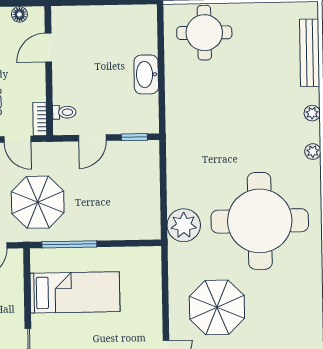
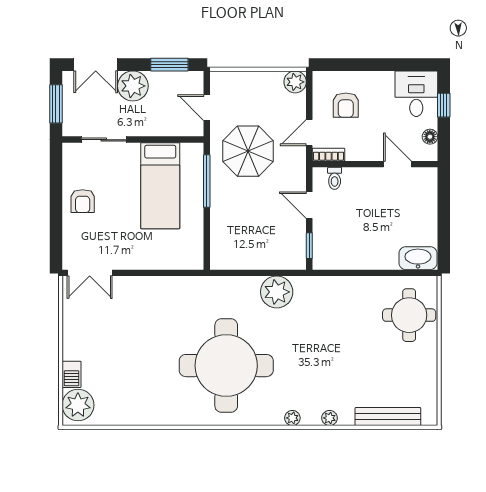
washbasin: (146, 74) -> (418, 258), moved
plant: (184, 225) -> (277, 292), moved
parasol: (217, 307) -> (143, 323), removed

